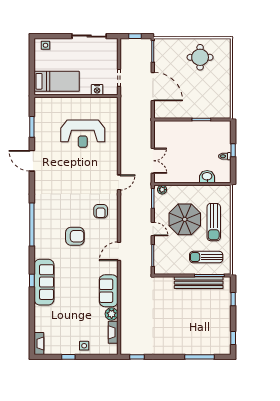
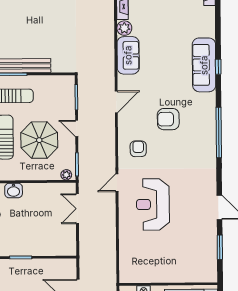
reception desk: (83, 134) -> (153, 204), moved, turned -90

